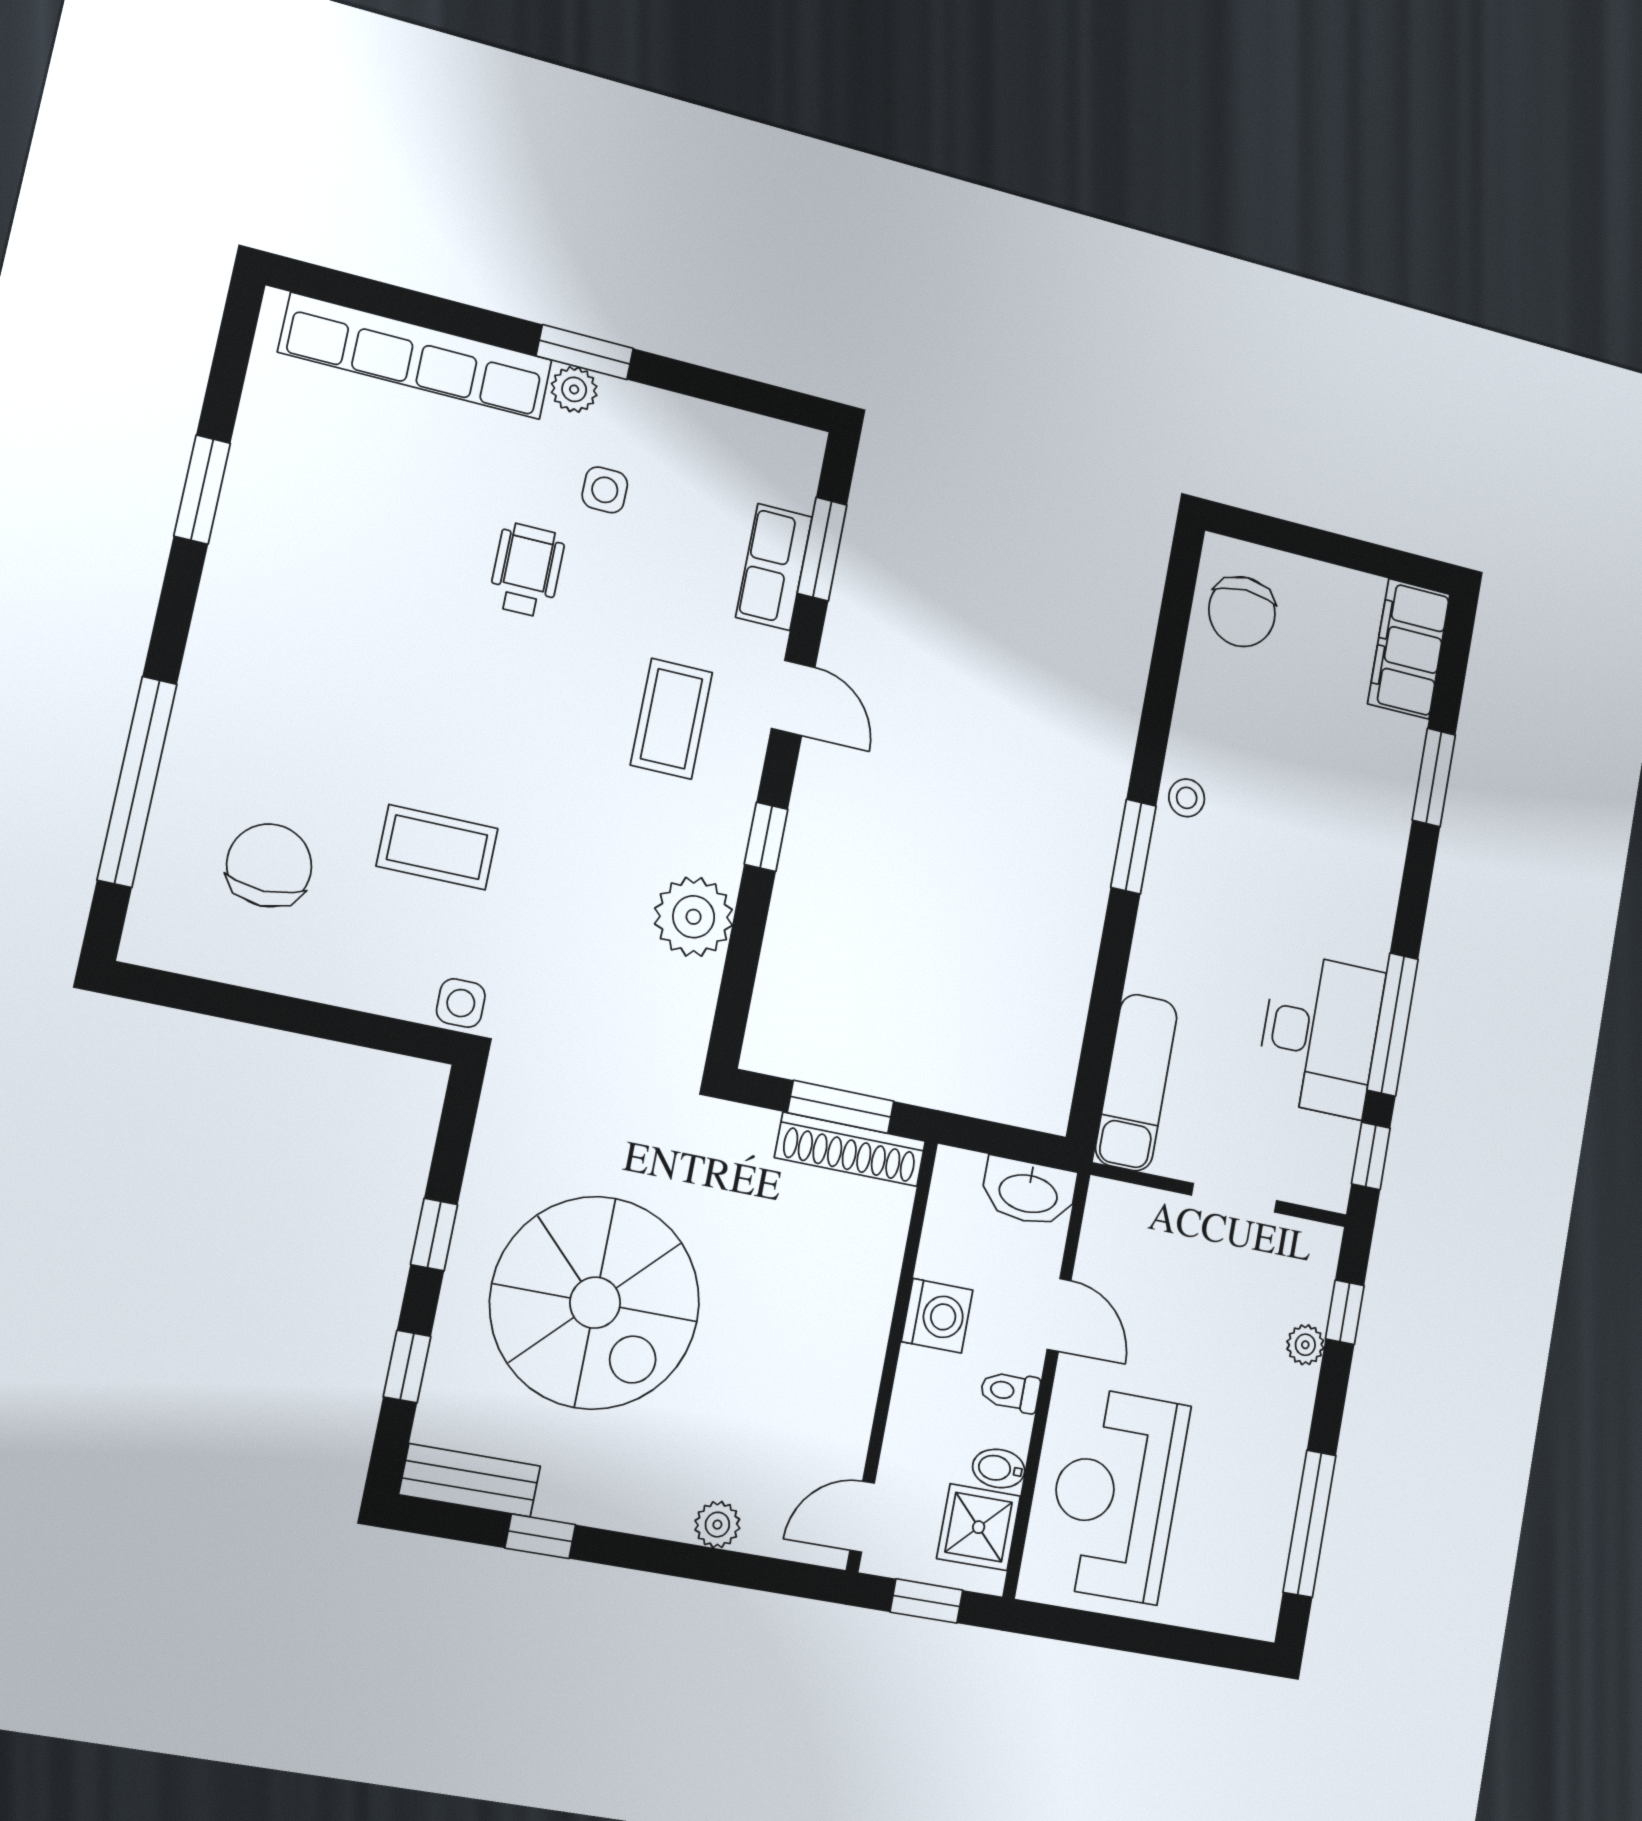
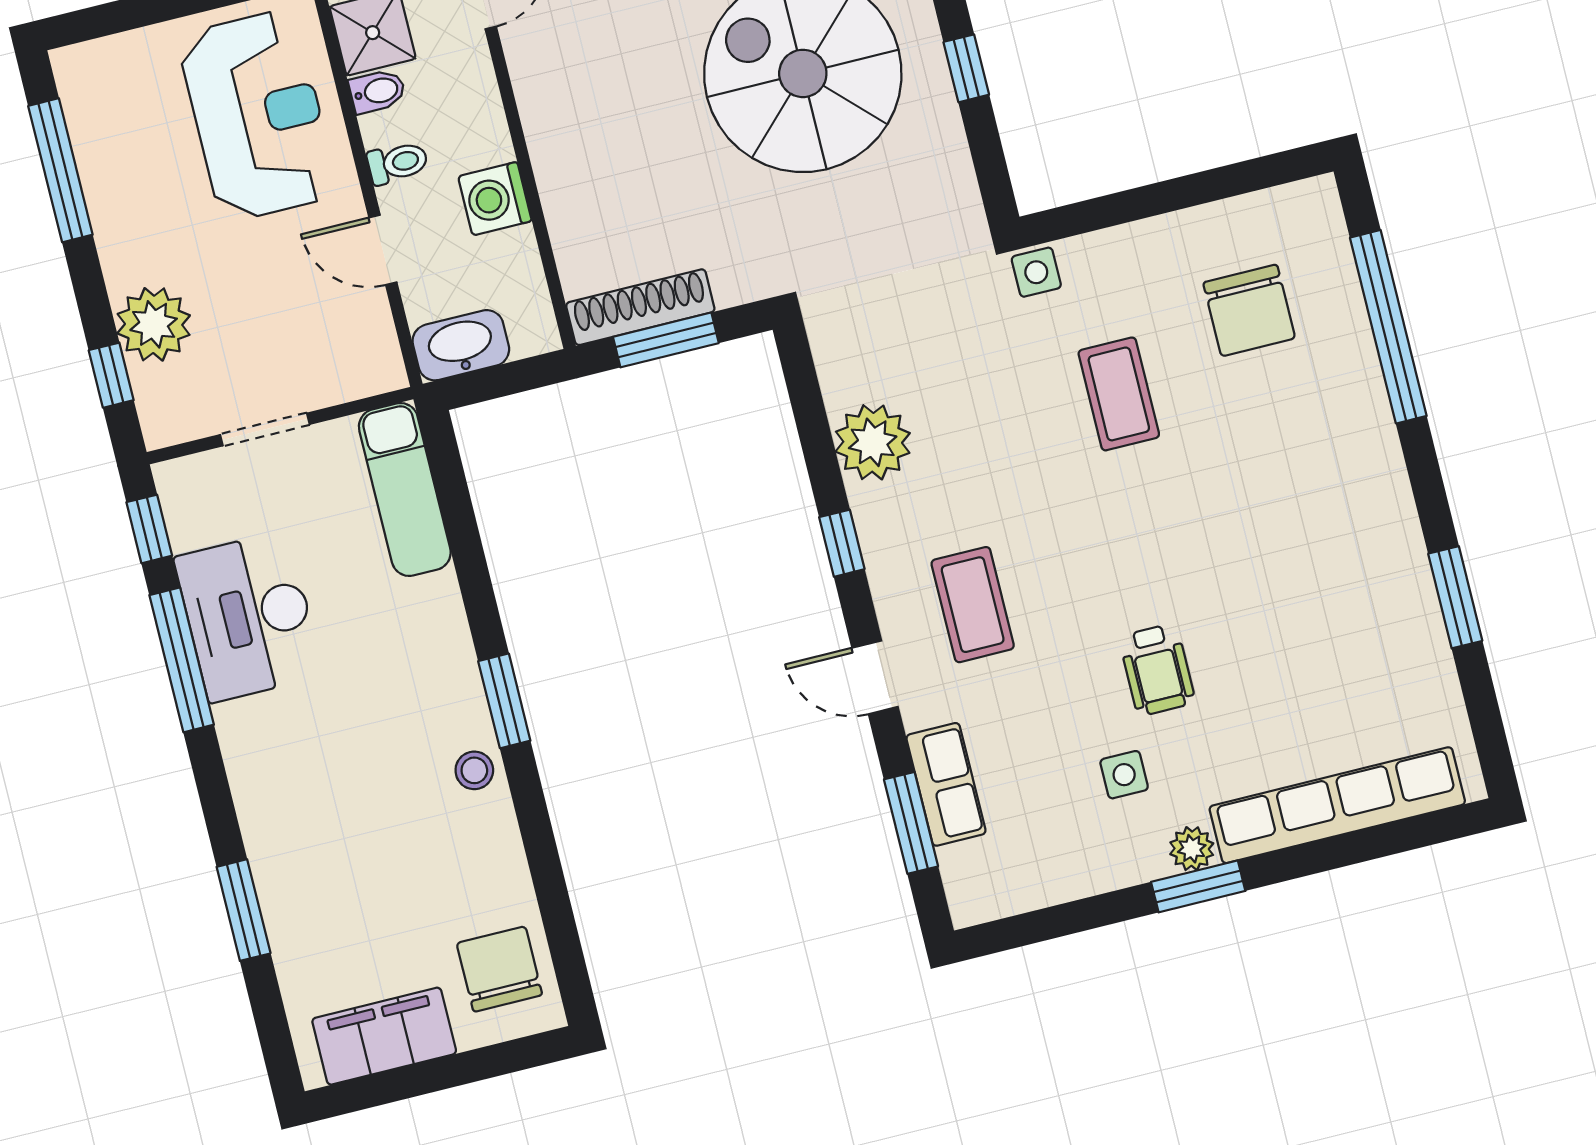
filing cabinet: (1409, 649) -> (384, 1036), moved, turned -90
coffee table: (437, 847) -> (1119, 394), turned 90
plant: (1305, 1345) -> (154, 324), width x1.87, depth x1.87

